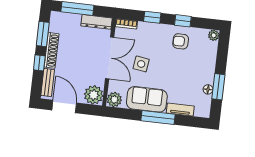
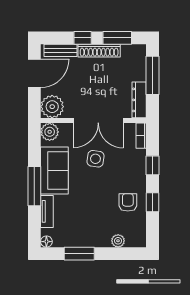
plant: (214, 35) -> (118, 241), moved
floor lamp: (208, 89) -> (46, 242), moved

